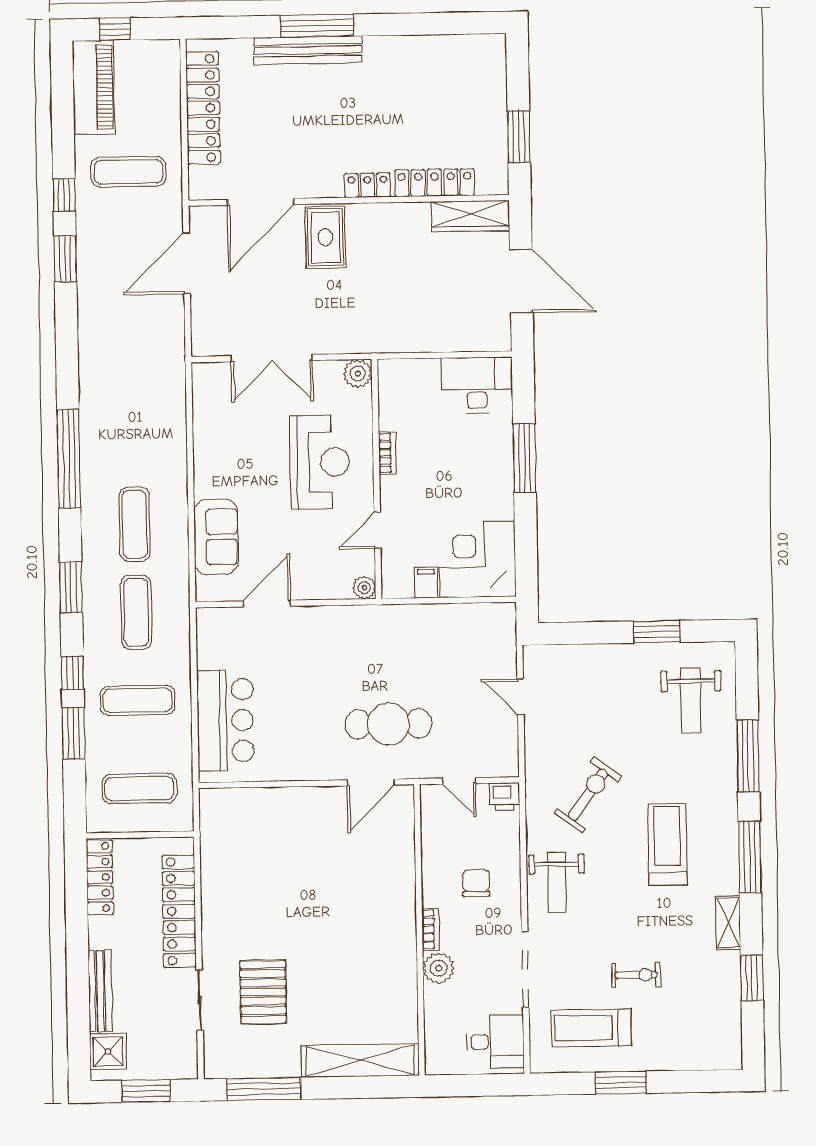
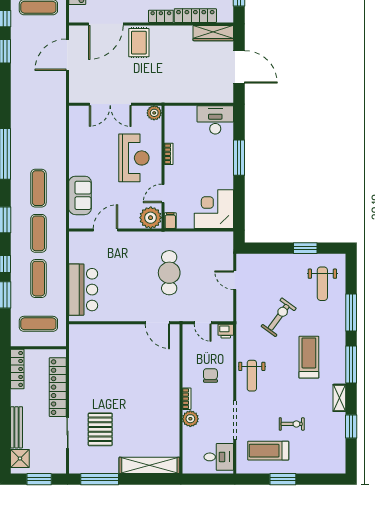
filing cabinet: (426, 583) -> (170, 221), moved
plant: (364, 588) -> (151, 218), width x1.88, depth x1.88
exercise mat: (138, 700) -> (38, 279), turned 90
cafe table: (388, 724) -> (169, 273), moved, turned 90
door: (371, 782) -> (157, 323), hinge flipped
exercise bike: (588, 795) -> (279, 317), moved

